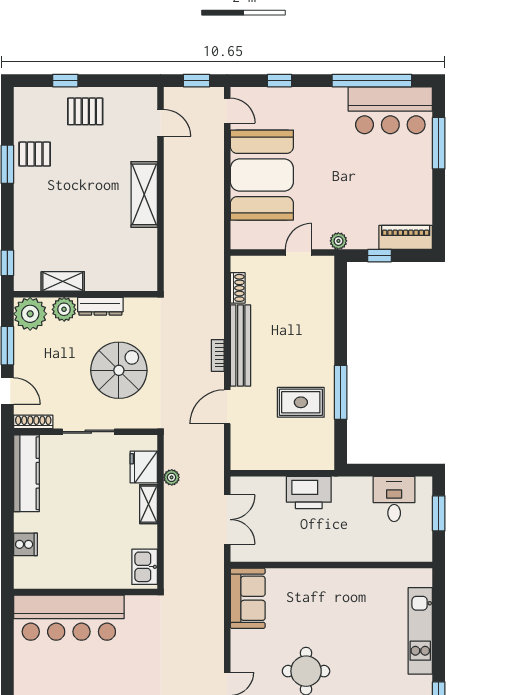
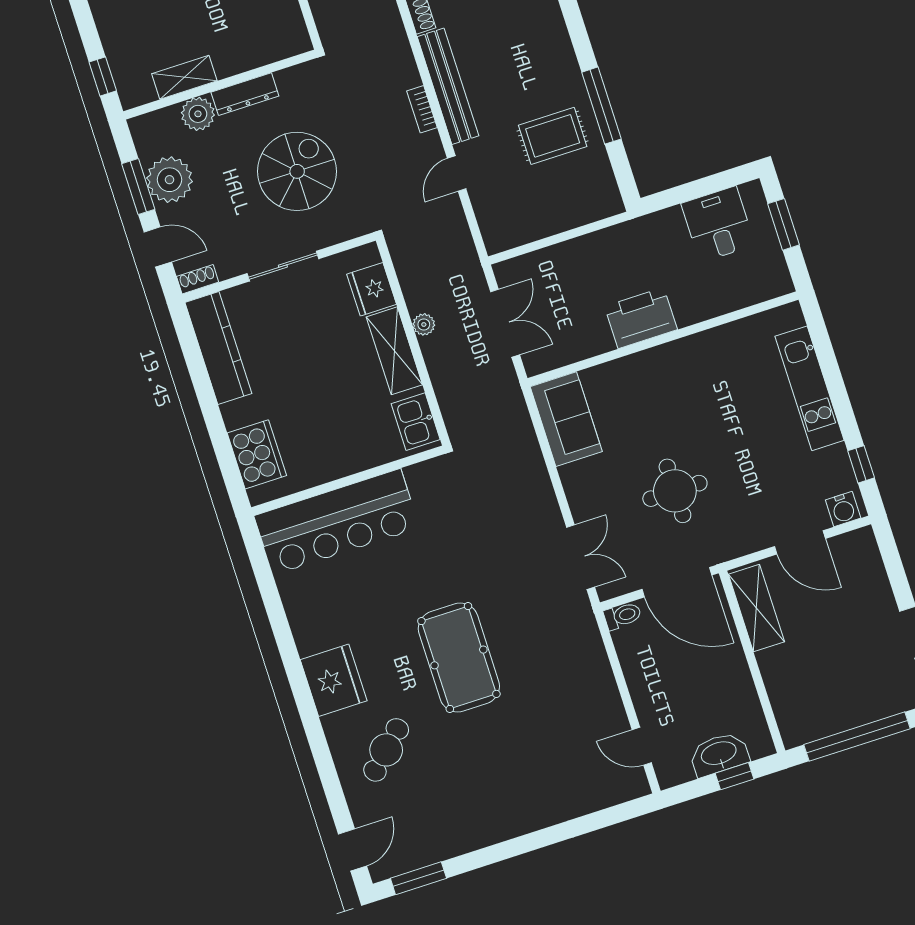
plant: (30, 314) -> (170, 180), moved
door: (227, 407) -> (457, 174), width x0.73
shoe rack: (33, 422) -> (198, 279), width x0.70
plant: (172, 477) -> (424, 324), moved
printer: (309, 493) -> (641, 318), moved, turned 180
shelving: (149, 504) -> (394, 351), width x1.50, depth x1.33
cooker: (25, 544) -> (257, 454), width x1.87, depth x1.31

